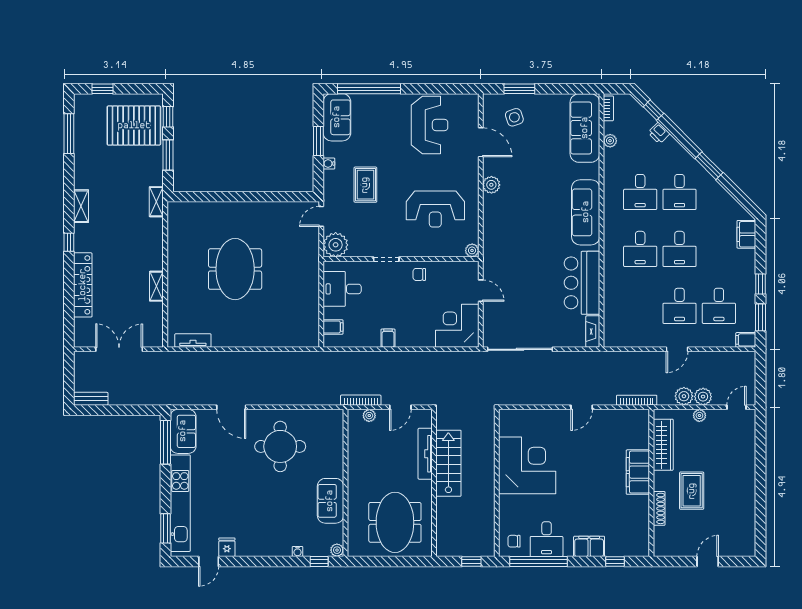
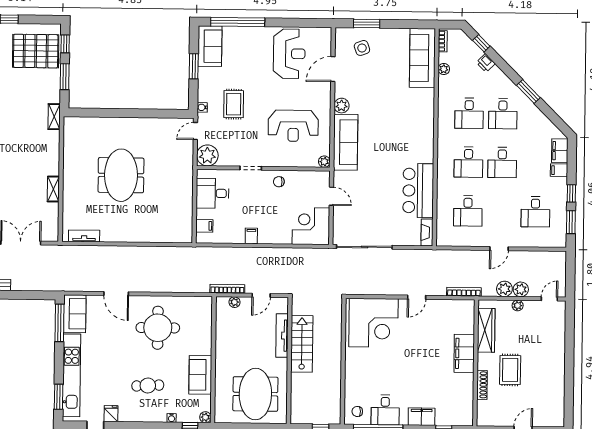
door: (481, 142) -> (333, 69), swing flipped
water cooler: (329, 164) -> (202, 107), moved
sofa: (586, 212) -> (346, 142), moved, turned 180
desk: (680, 306) -> (468, 211), moved
filing cabinet: (746, 340) -> (559, 170), moved
corner desk: (527, 465) -> (373, 323), moved, turned 90
cafe table: (269, 514) -> (148, 386), added

